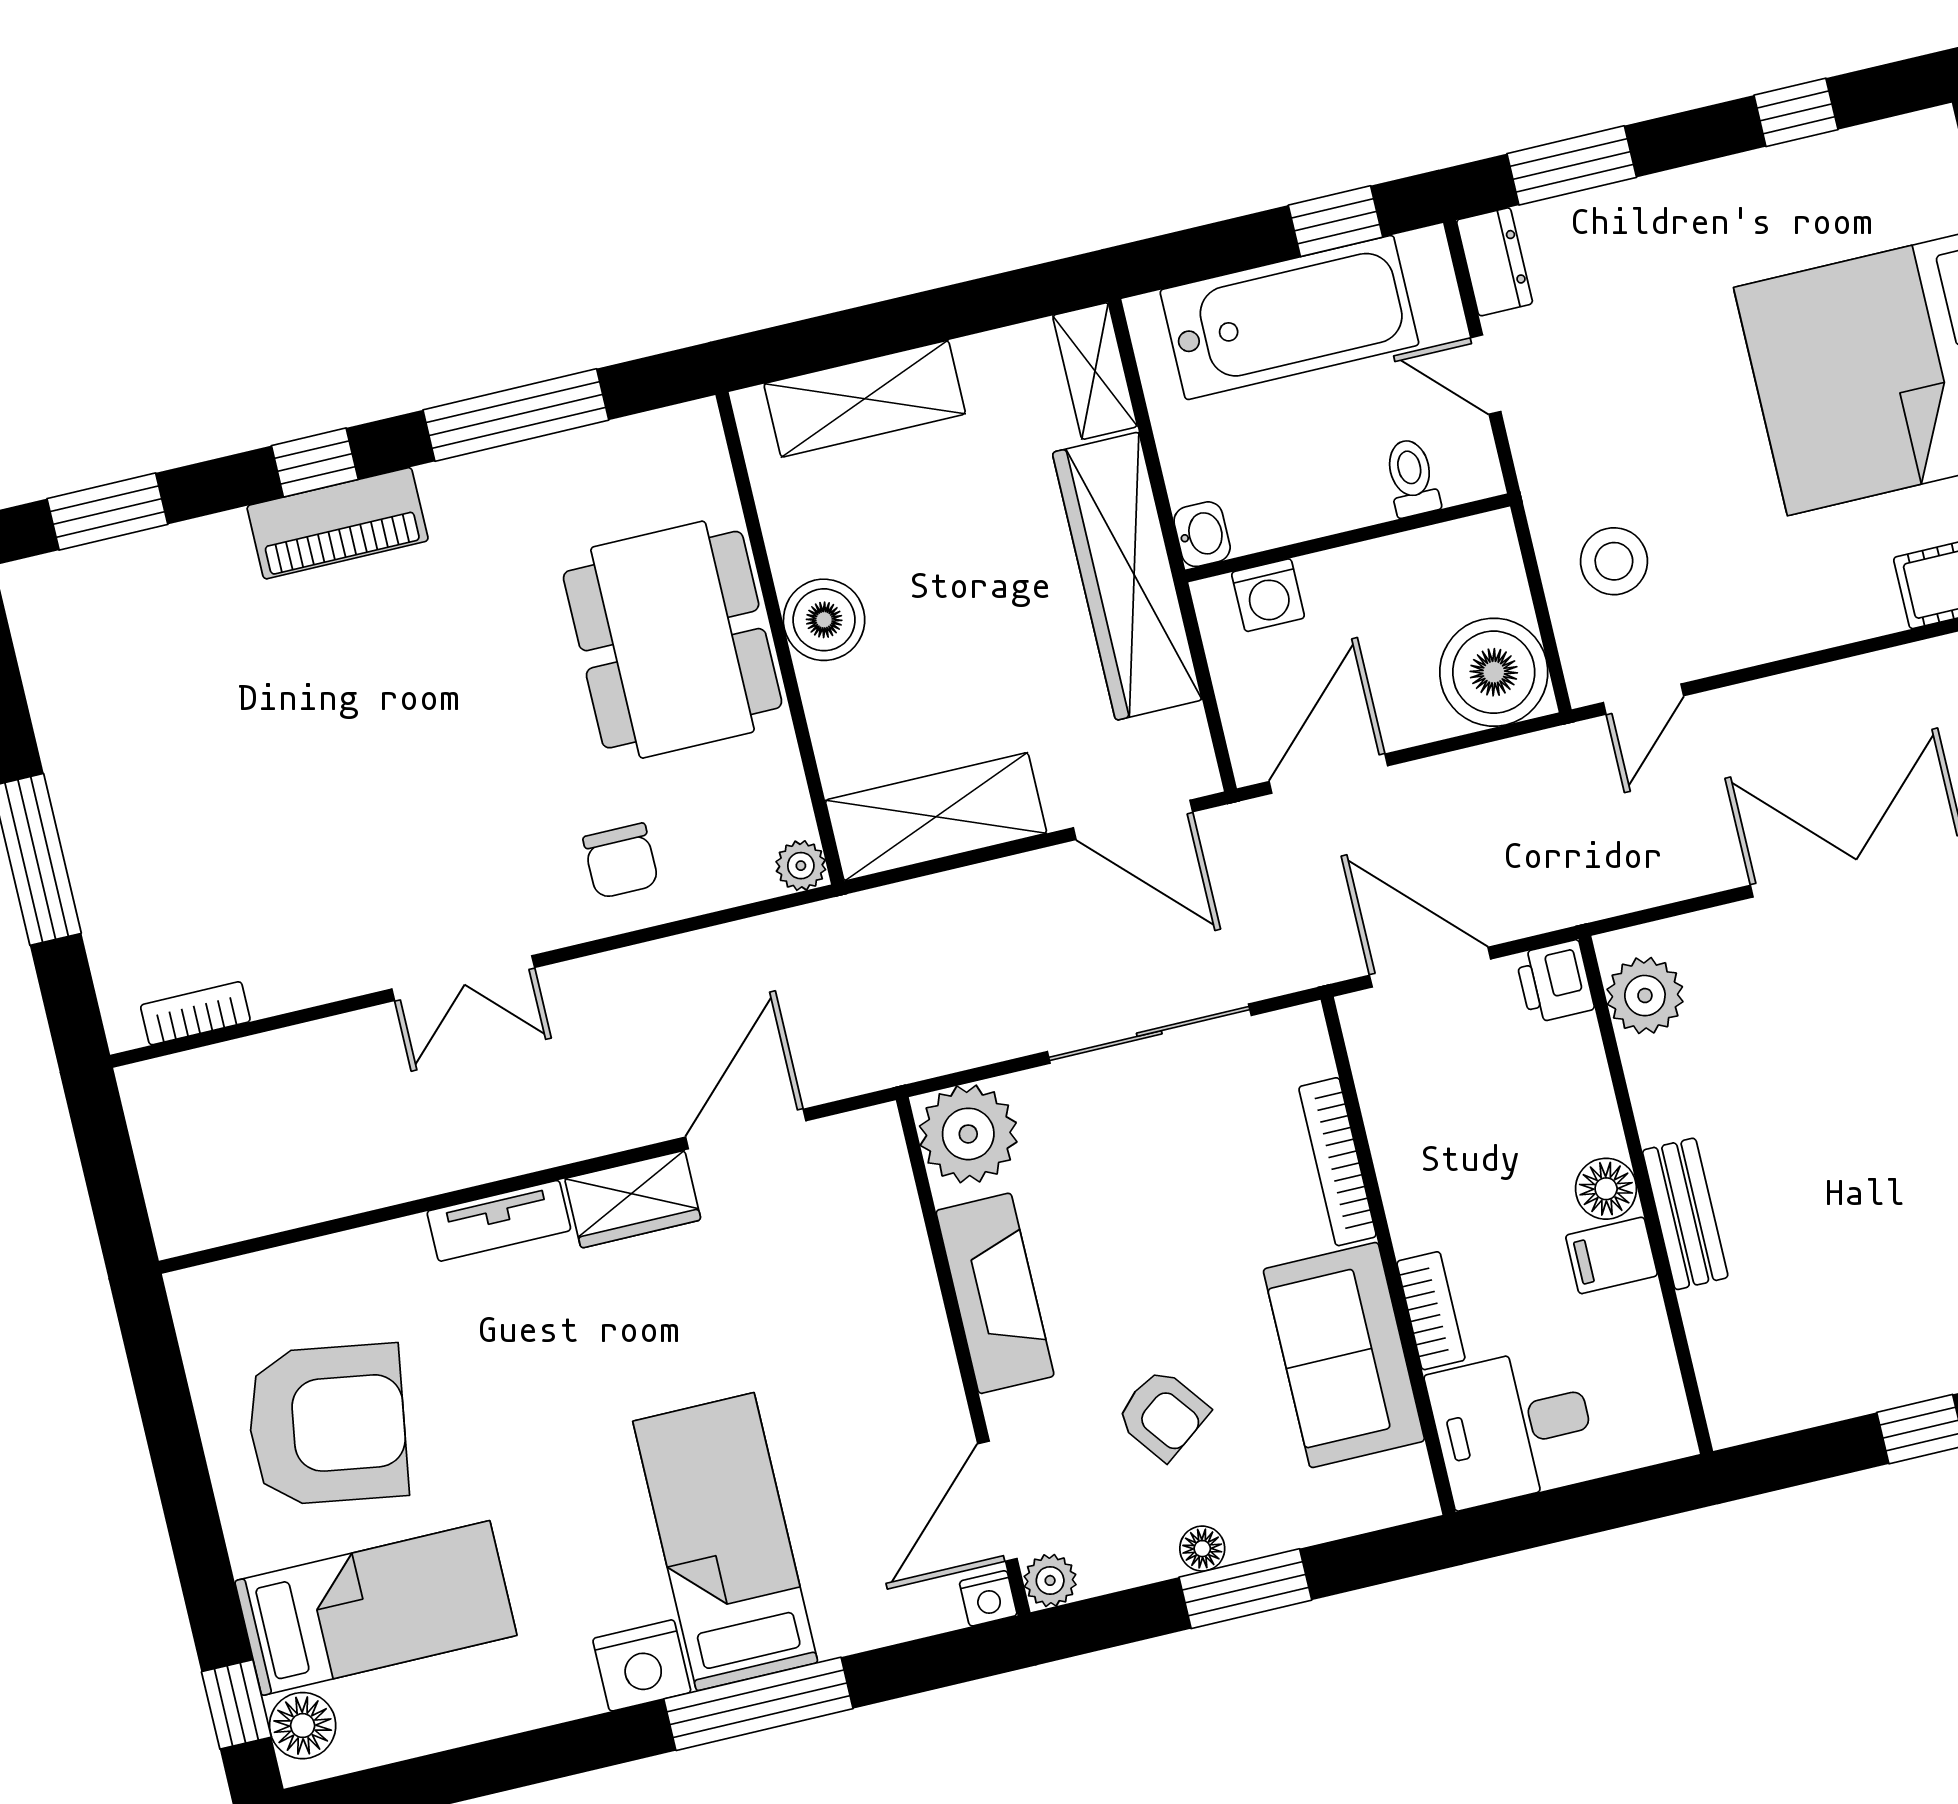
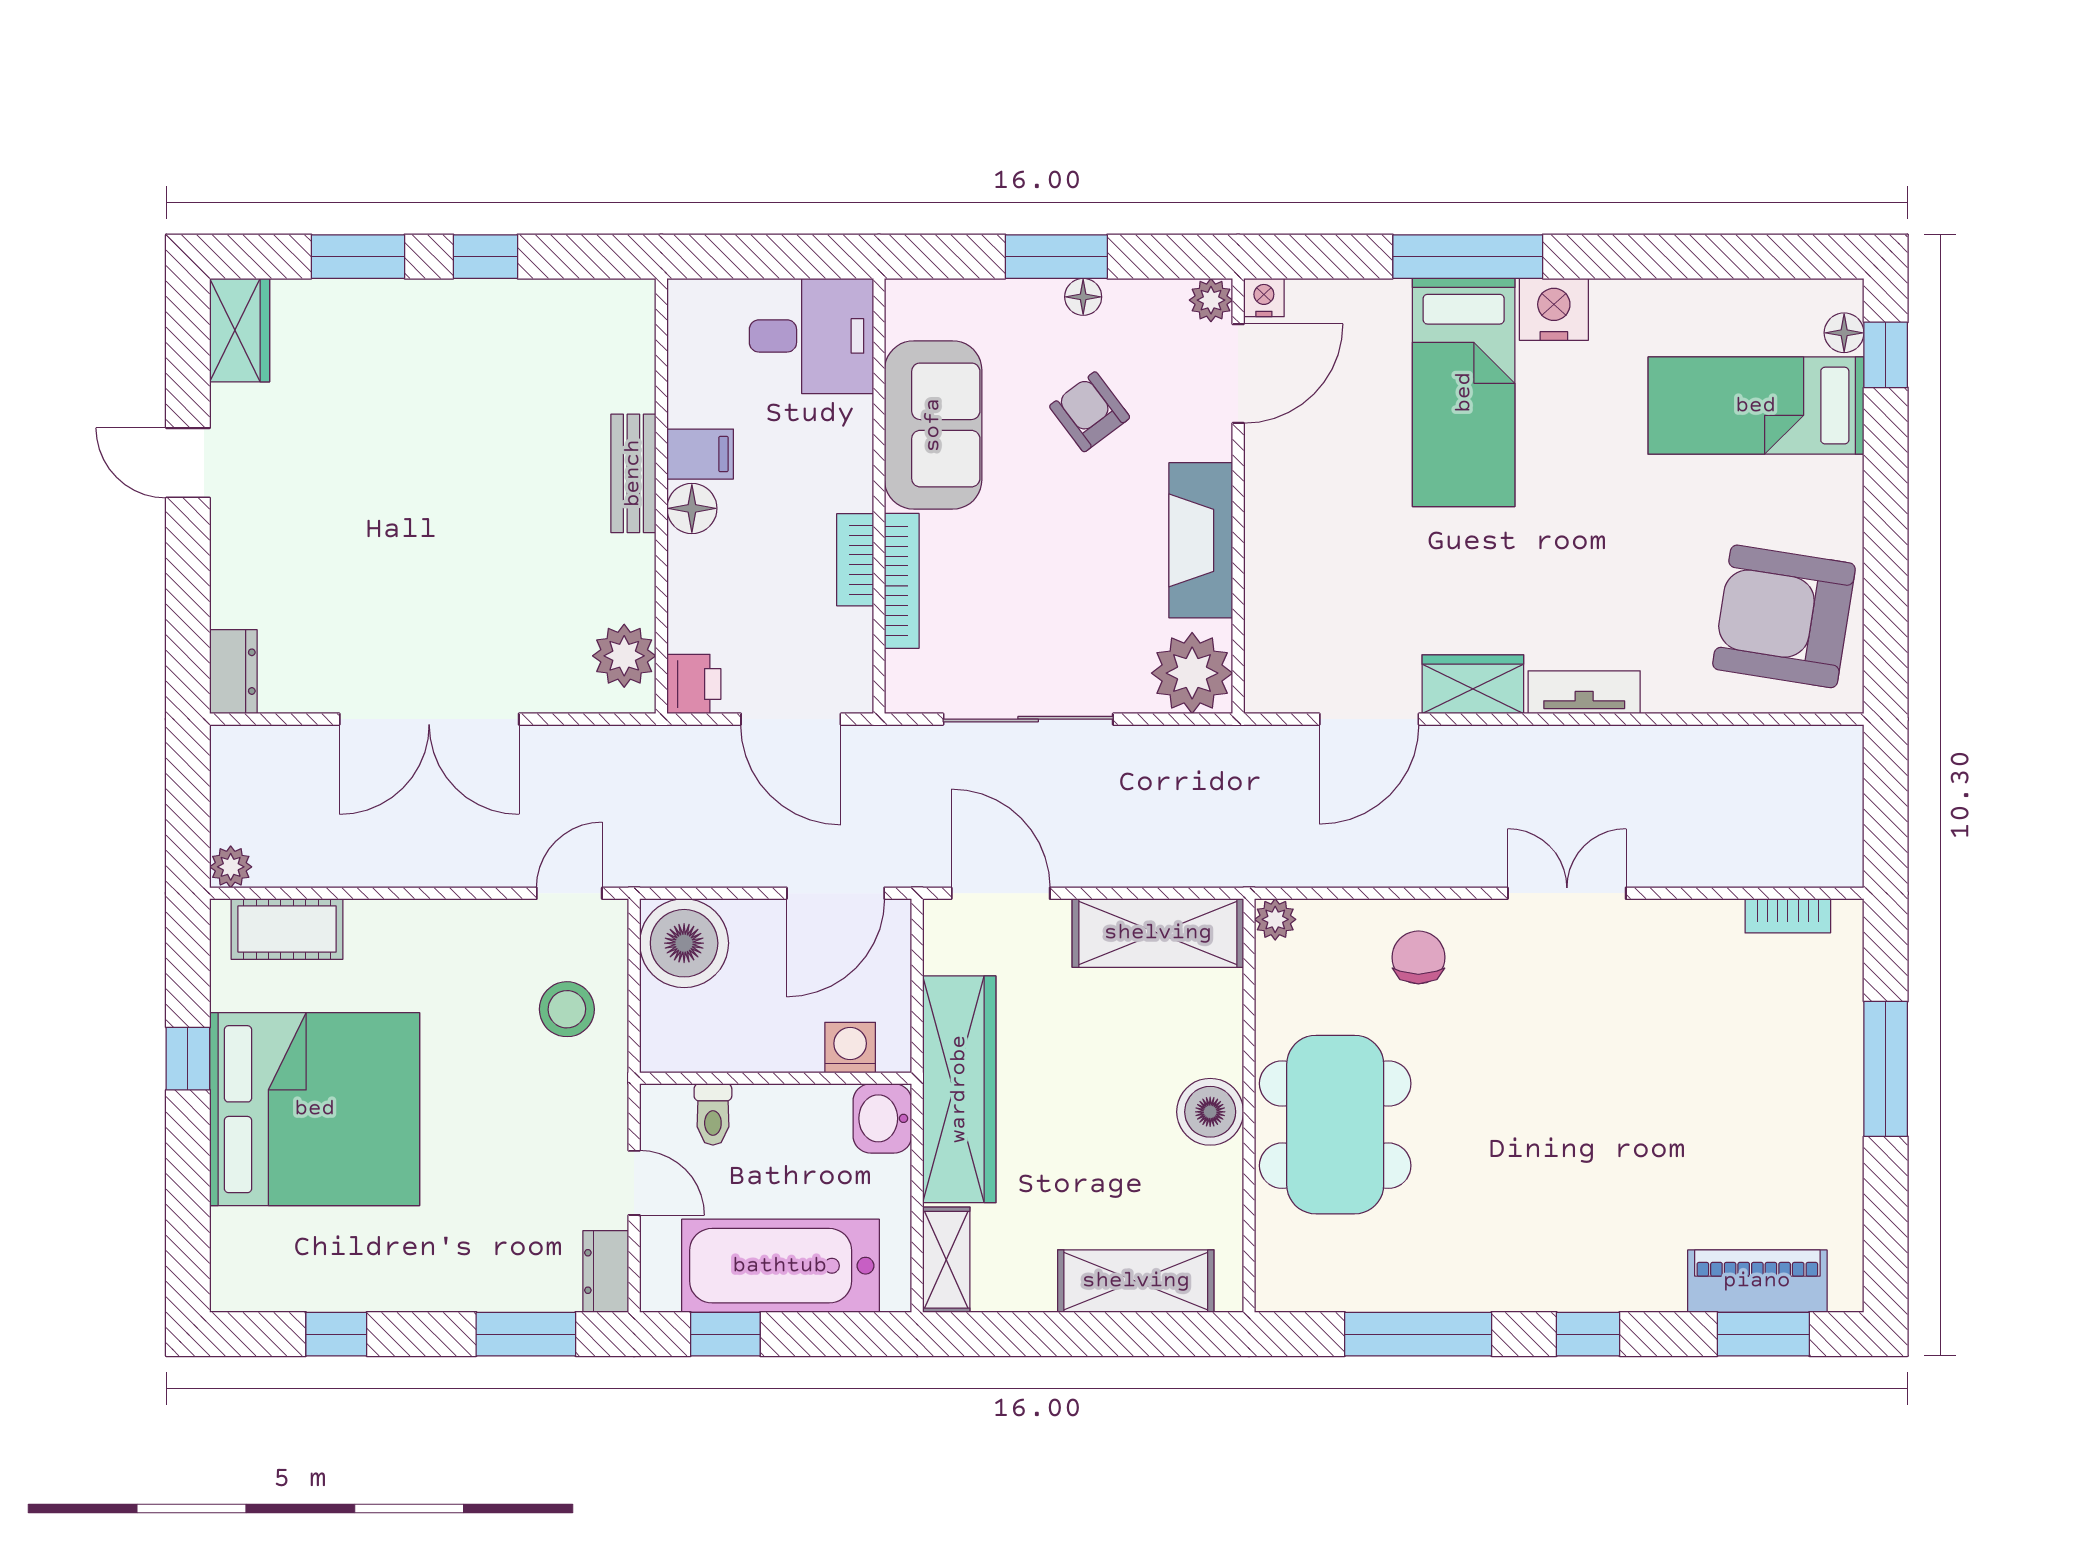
piano: (338, 523) -> (1757, 1281), moved
washbasin: (1202, 534) -> (882, 1118), width x1.38, depth x1.45
bookcase: (1431, 1311) -> (855, 560), moved
armchair: (327, 1425) -> (1784, 616), moved
floor lamp: (303, 1726) -> (1844, 333), width x0.73, depth x0.73

